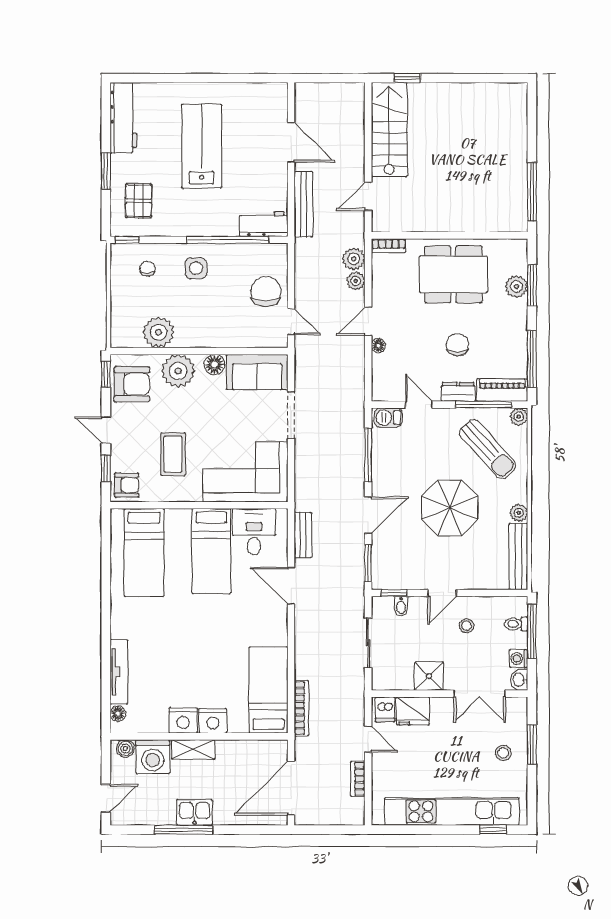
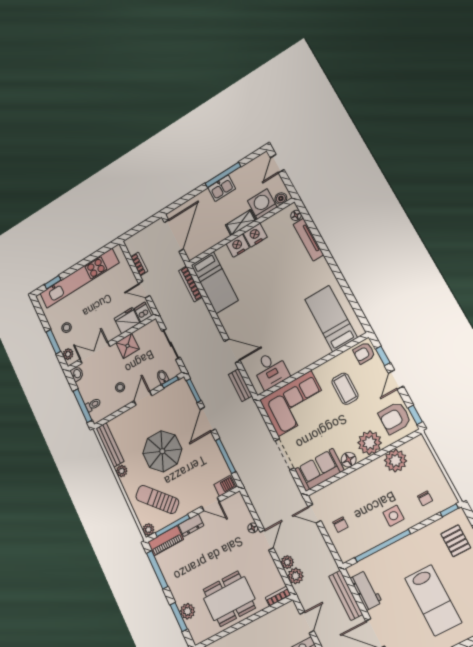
workbench: (264, 224) -> (366, 590), moved, turned -90
chair: (266, 292) -> (340, 525), width x0.54, depth x0.54
chair: (457, 345) -> (205, 555), removed
door: (106, 430) -> (396, 380), swing flipped
bed: (211, 551) -> (290, 343), removed
washing machine: (519, 658) -> (83, 386), removed
plant: (519, 715) -> (68, 354), added

